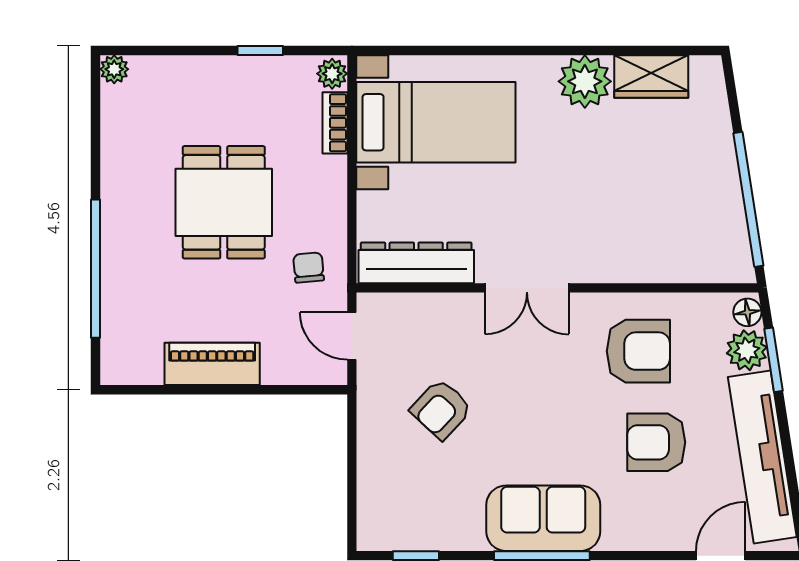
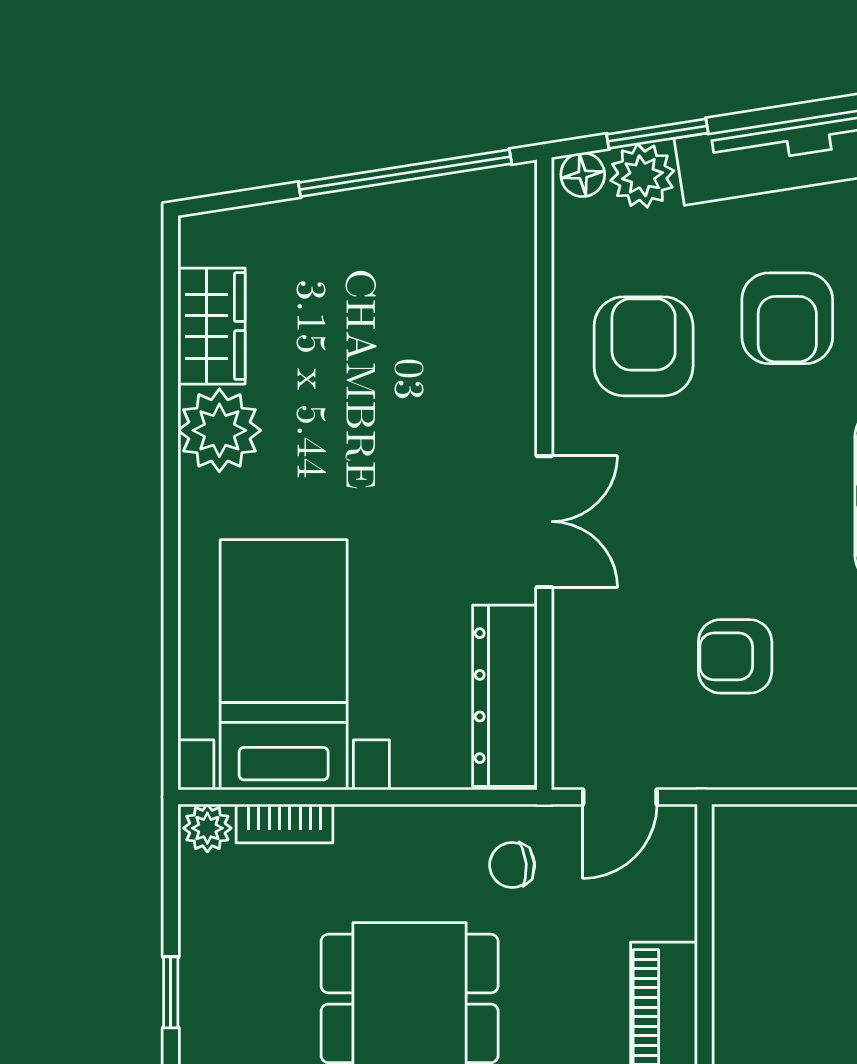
window: (260, 51) -> (171, 992), moved
armchair: (441, 409) -> (735, 656), turned 137

